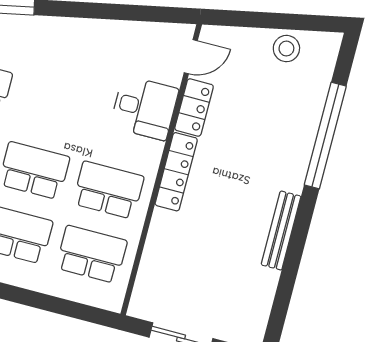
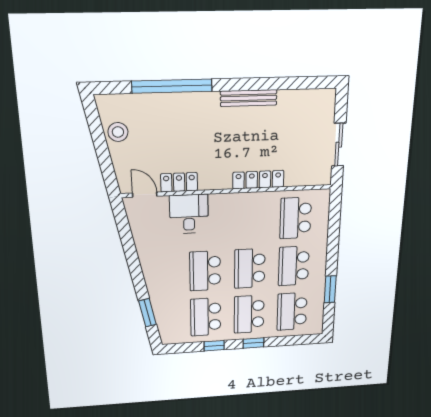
locker: (176, 172) -> (258, 180), moved
school desk: (108, 190) -> (205, 271), moved

